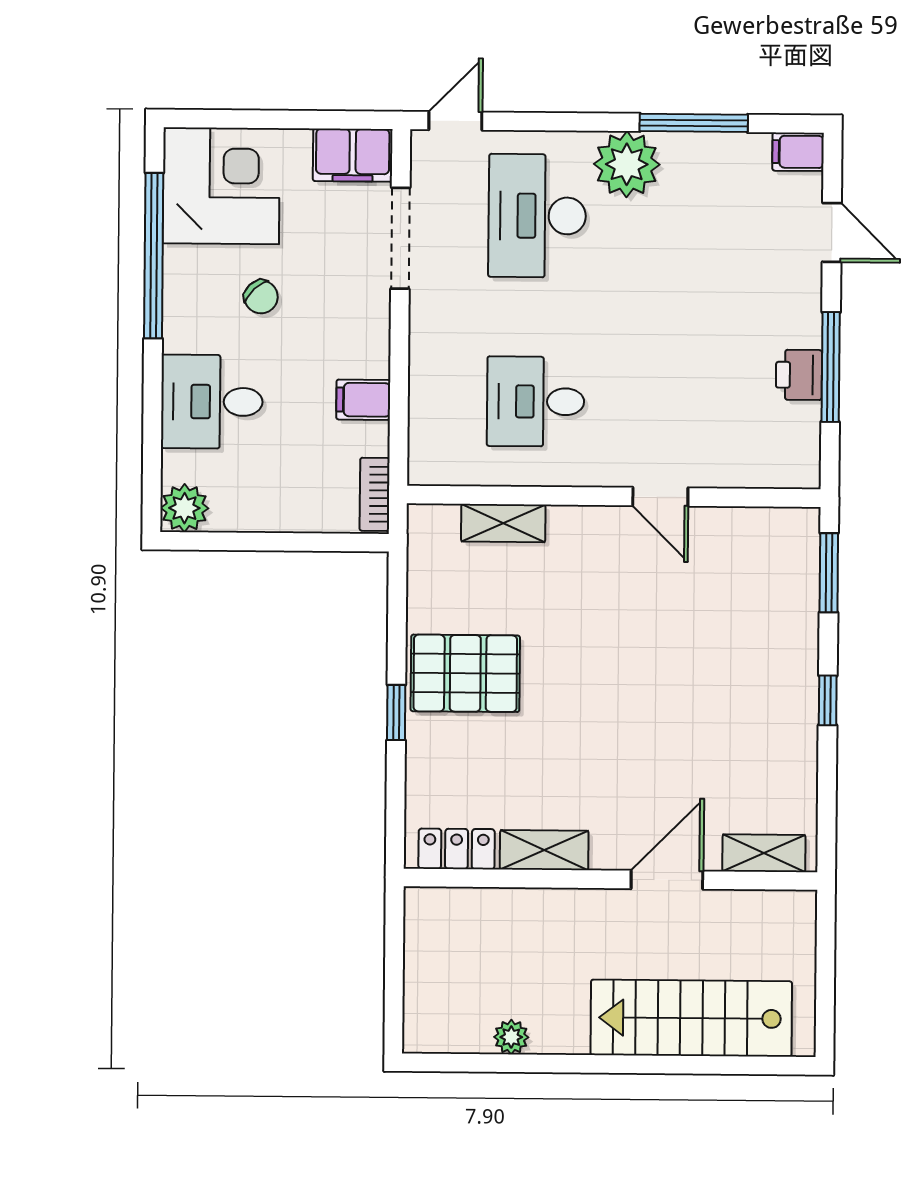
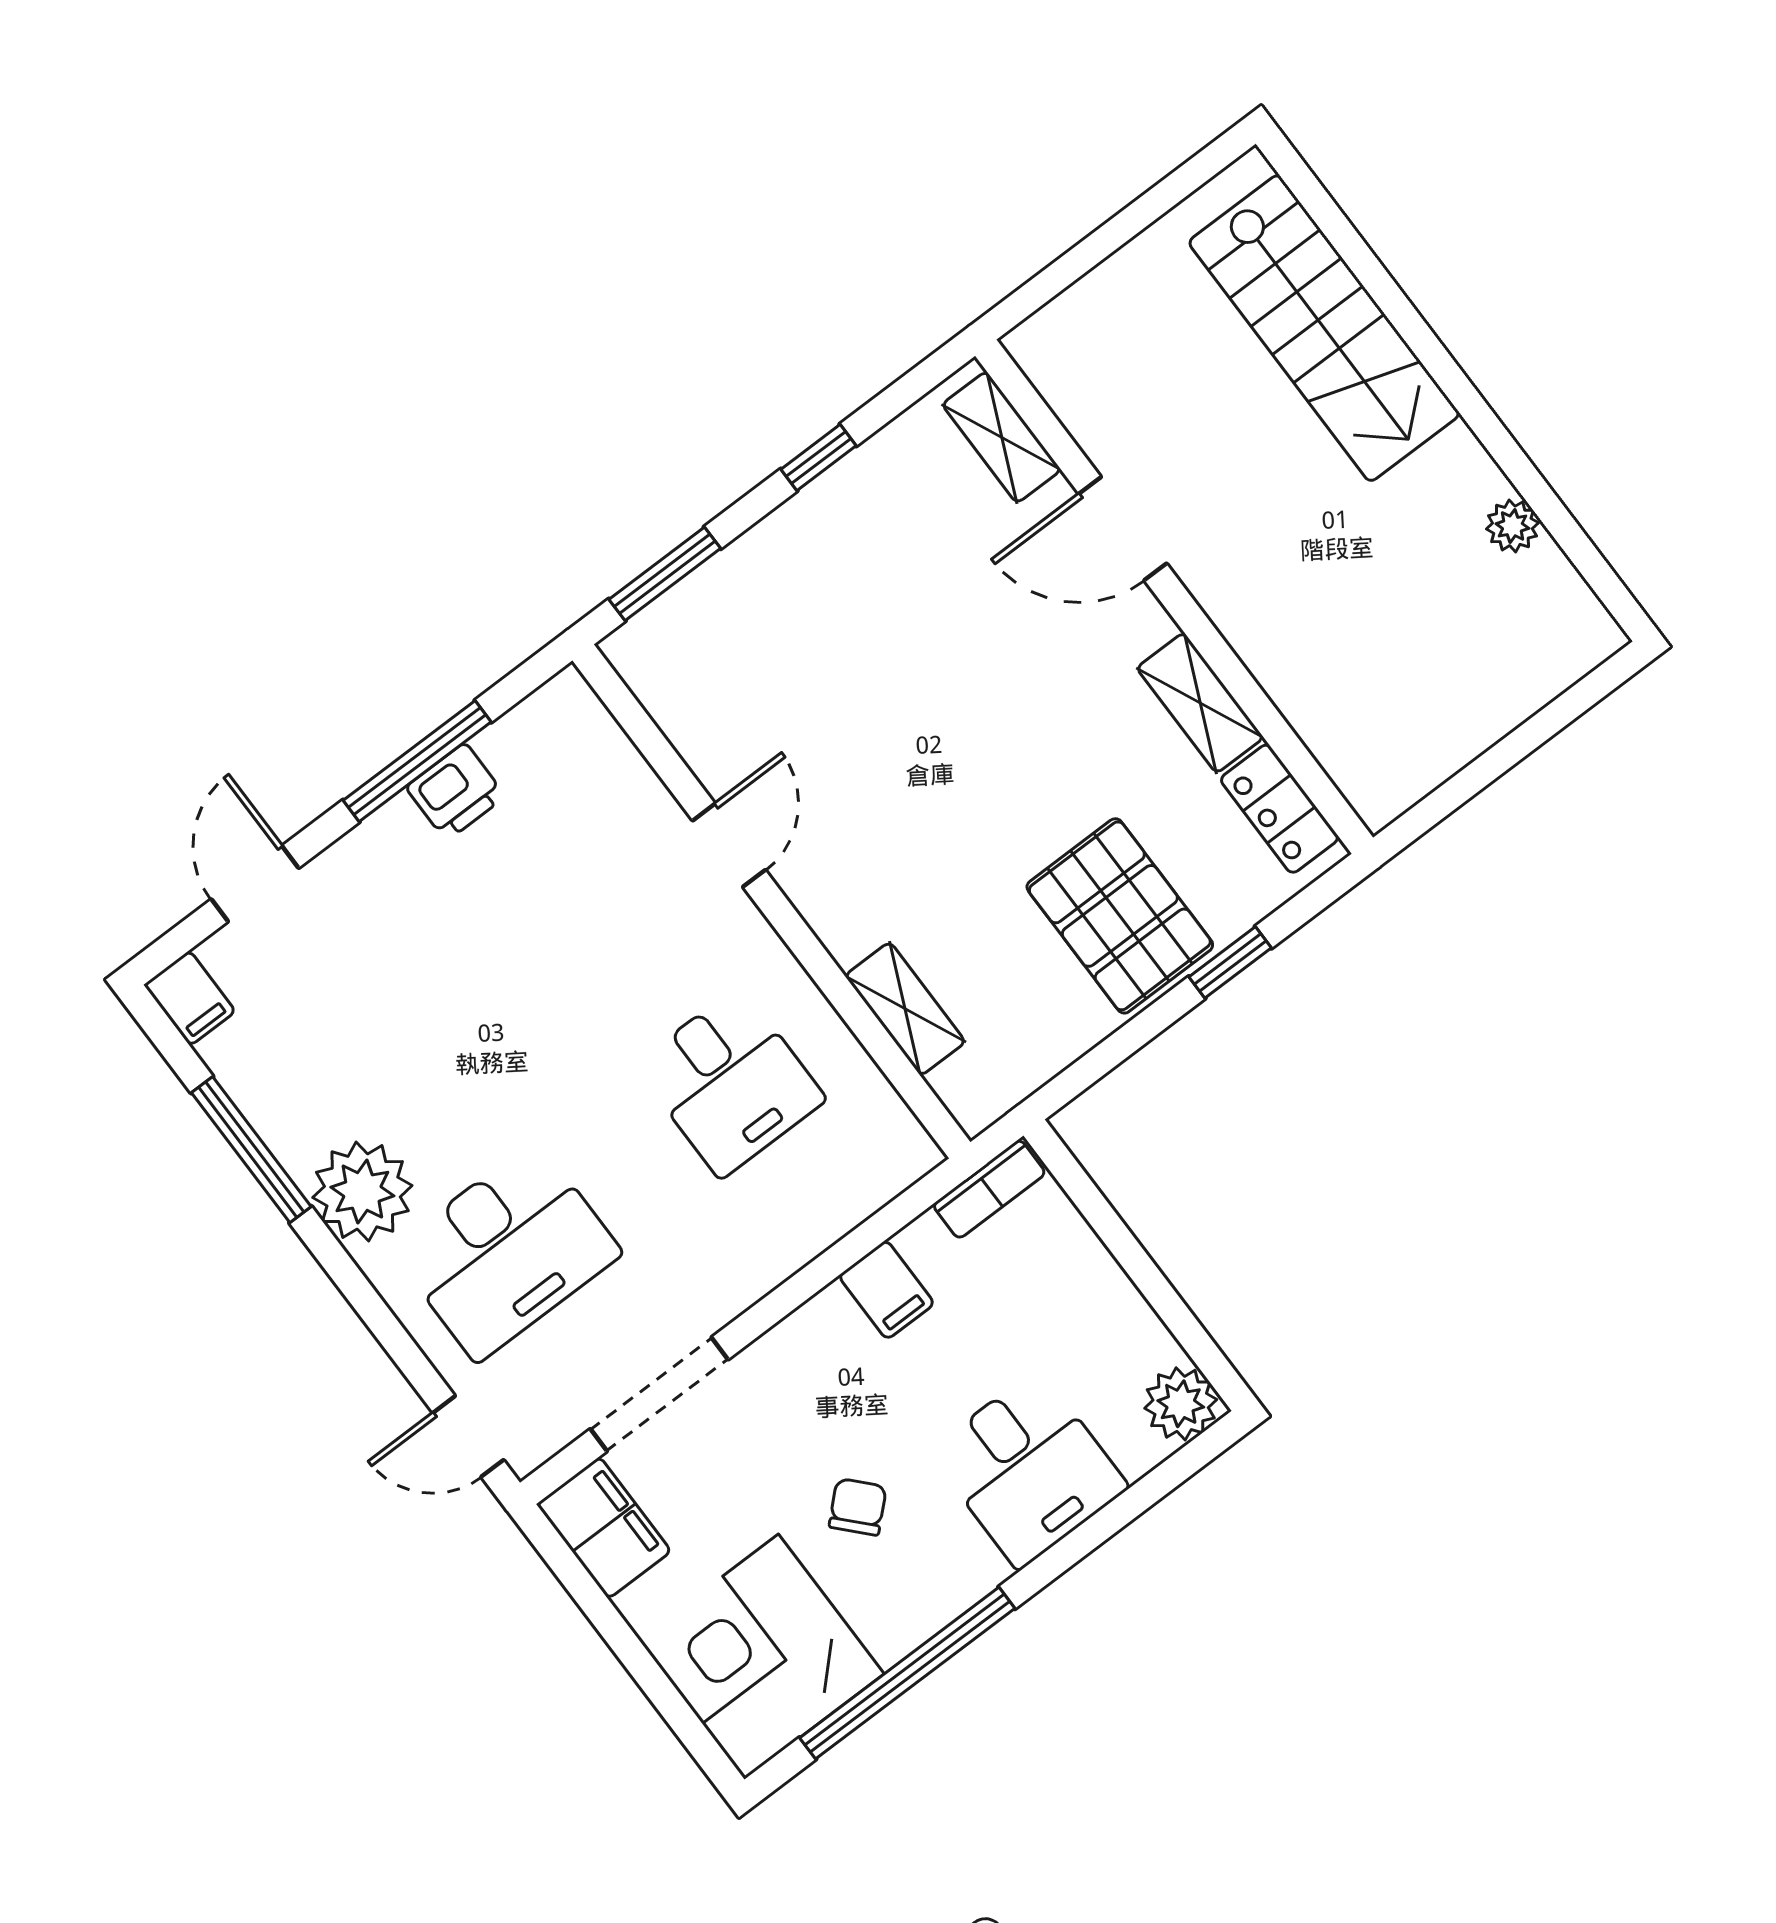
locker: (457, 849) -> (1279, 809), moved
shelving: (544, 850) -> (1200, 703), moved
shelving: (764, 853) -> (1002, 437), moved
wall: (610, 879) -> (1174, 597), moved
door: (667, 880) -> (1123, 529), moved

